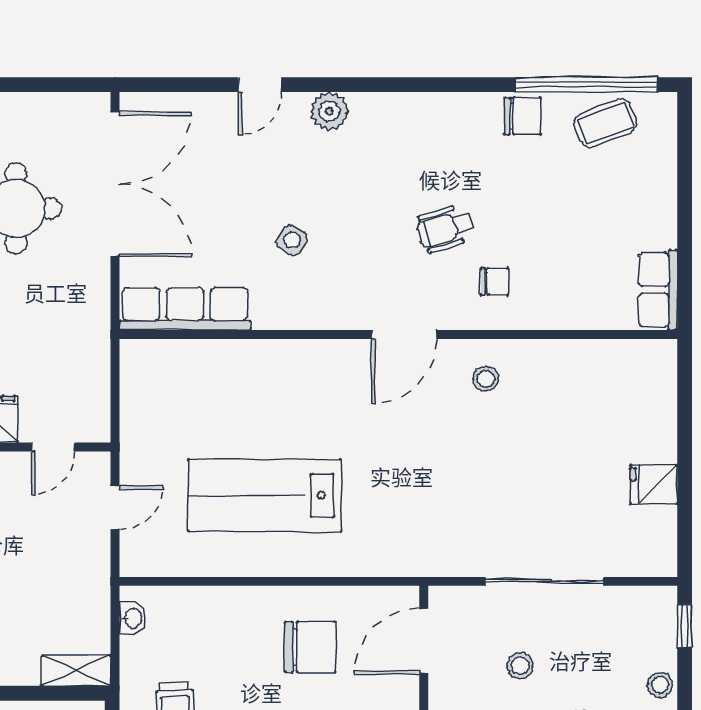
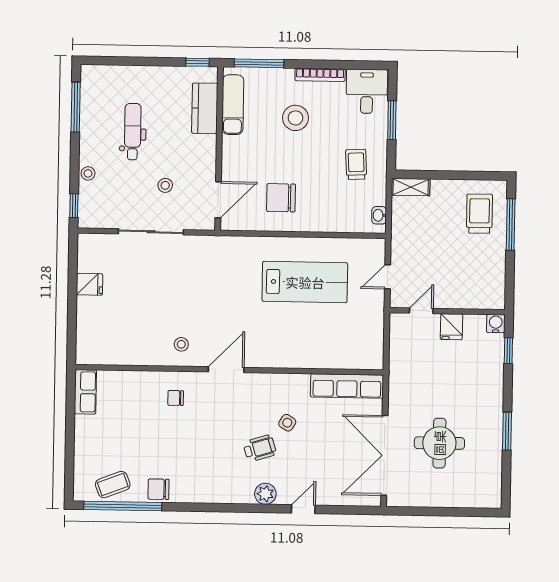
wheelchair: (445, 228) -> (260, 448), moved

